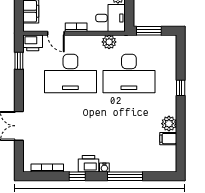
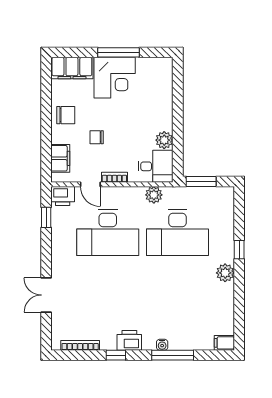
plant: (169, 124) -> (225, 273), moved
filing cabinet: (168, 139) -> (224, 343), moved
water cooler: (104, 168) -> (162, 345), moved

